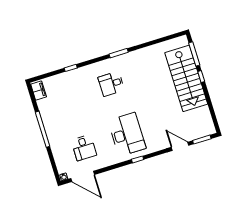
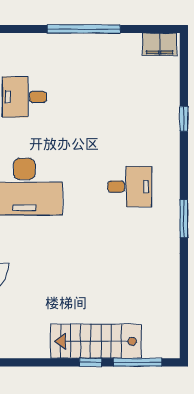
stairs: (186, 78) -> (96, 341), width x0.73, depth x0.66
desk: (111, 84) -> (130, 187), turned 90

